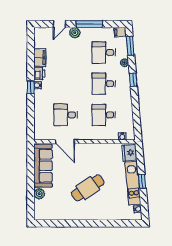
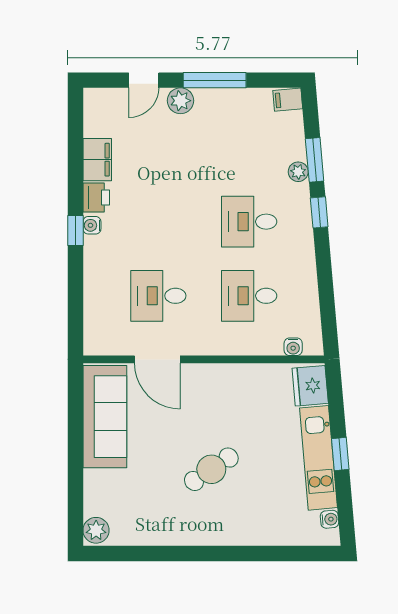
window: (130, 46) -> (315, 160), moved
desk: (104, 52) -> (249, 147), removed
cafe table: (88, 188) -> (211, 469), width x0.73, depth x0.74
plant: (39, 194) -> (96, 530), moved

